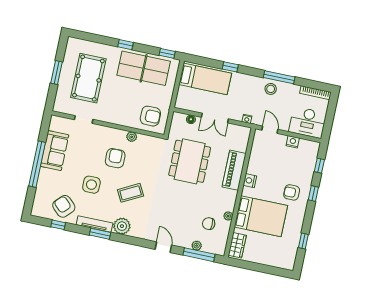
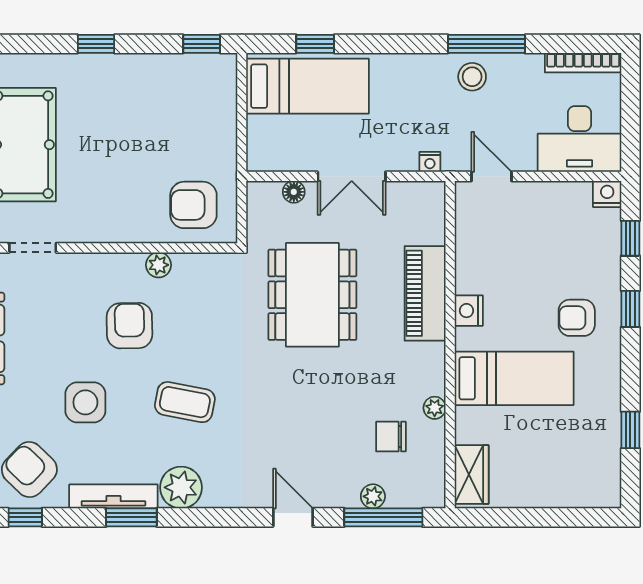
window: (230, 67) -> (315, 44), moved
table tennis table: (144, 68) -> (152, 92), removed
armchair: (150, 116) -> (193, 205), turned 180
nightstand: (293, 142) -> (607, 194), moved
coffee table: (131, 193) -> (185, 402), turned 39
bed: (261, 216) -> (514, 378), width x0.67

